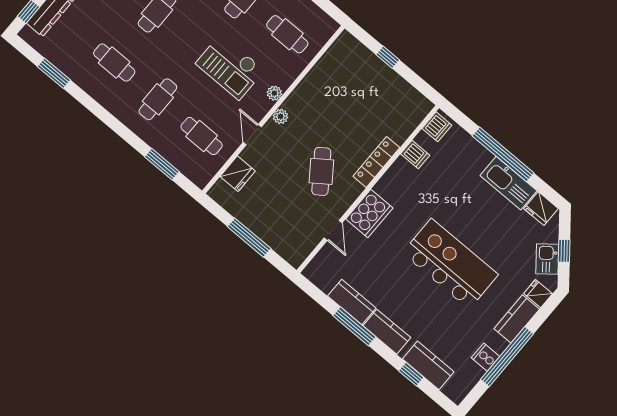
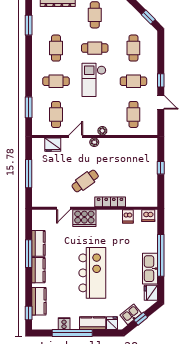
checkout: (230, 67) -> (94, 80), moved
window: (411, 374) -> (29, 313), moved

